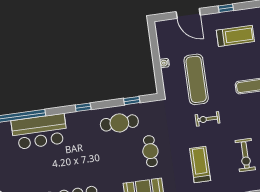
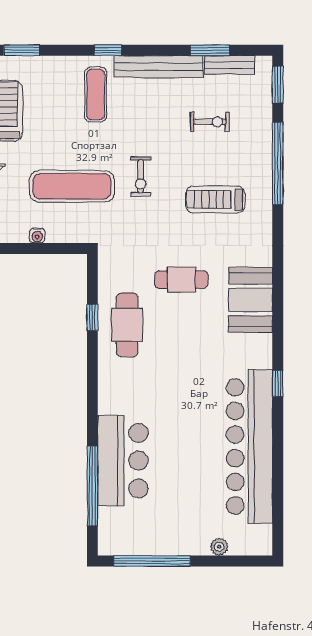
window: (132, 101) -> (92, 317), moved
window: (83, 107) -> (92, 382), removed
exercise bike: (245, 155) -> (210, 122), width x0.73, depth x0.72

